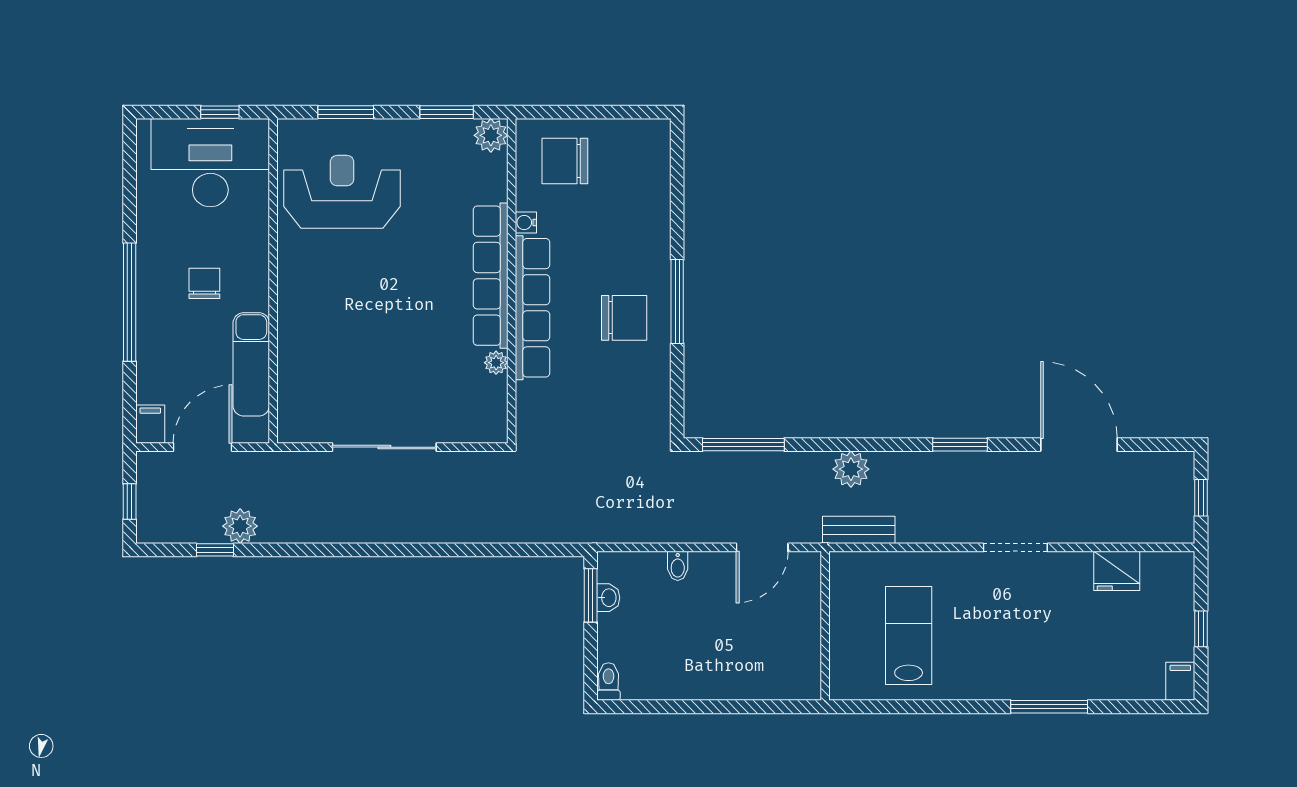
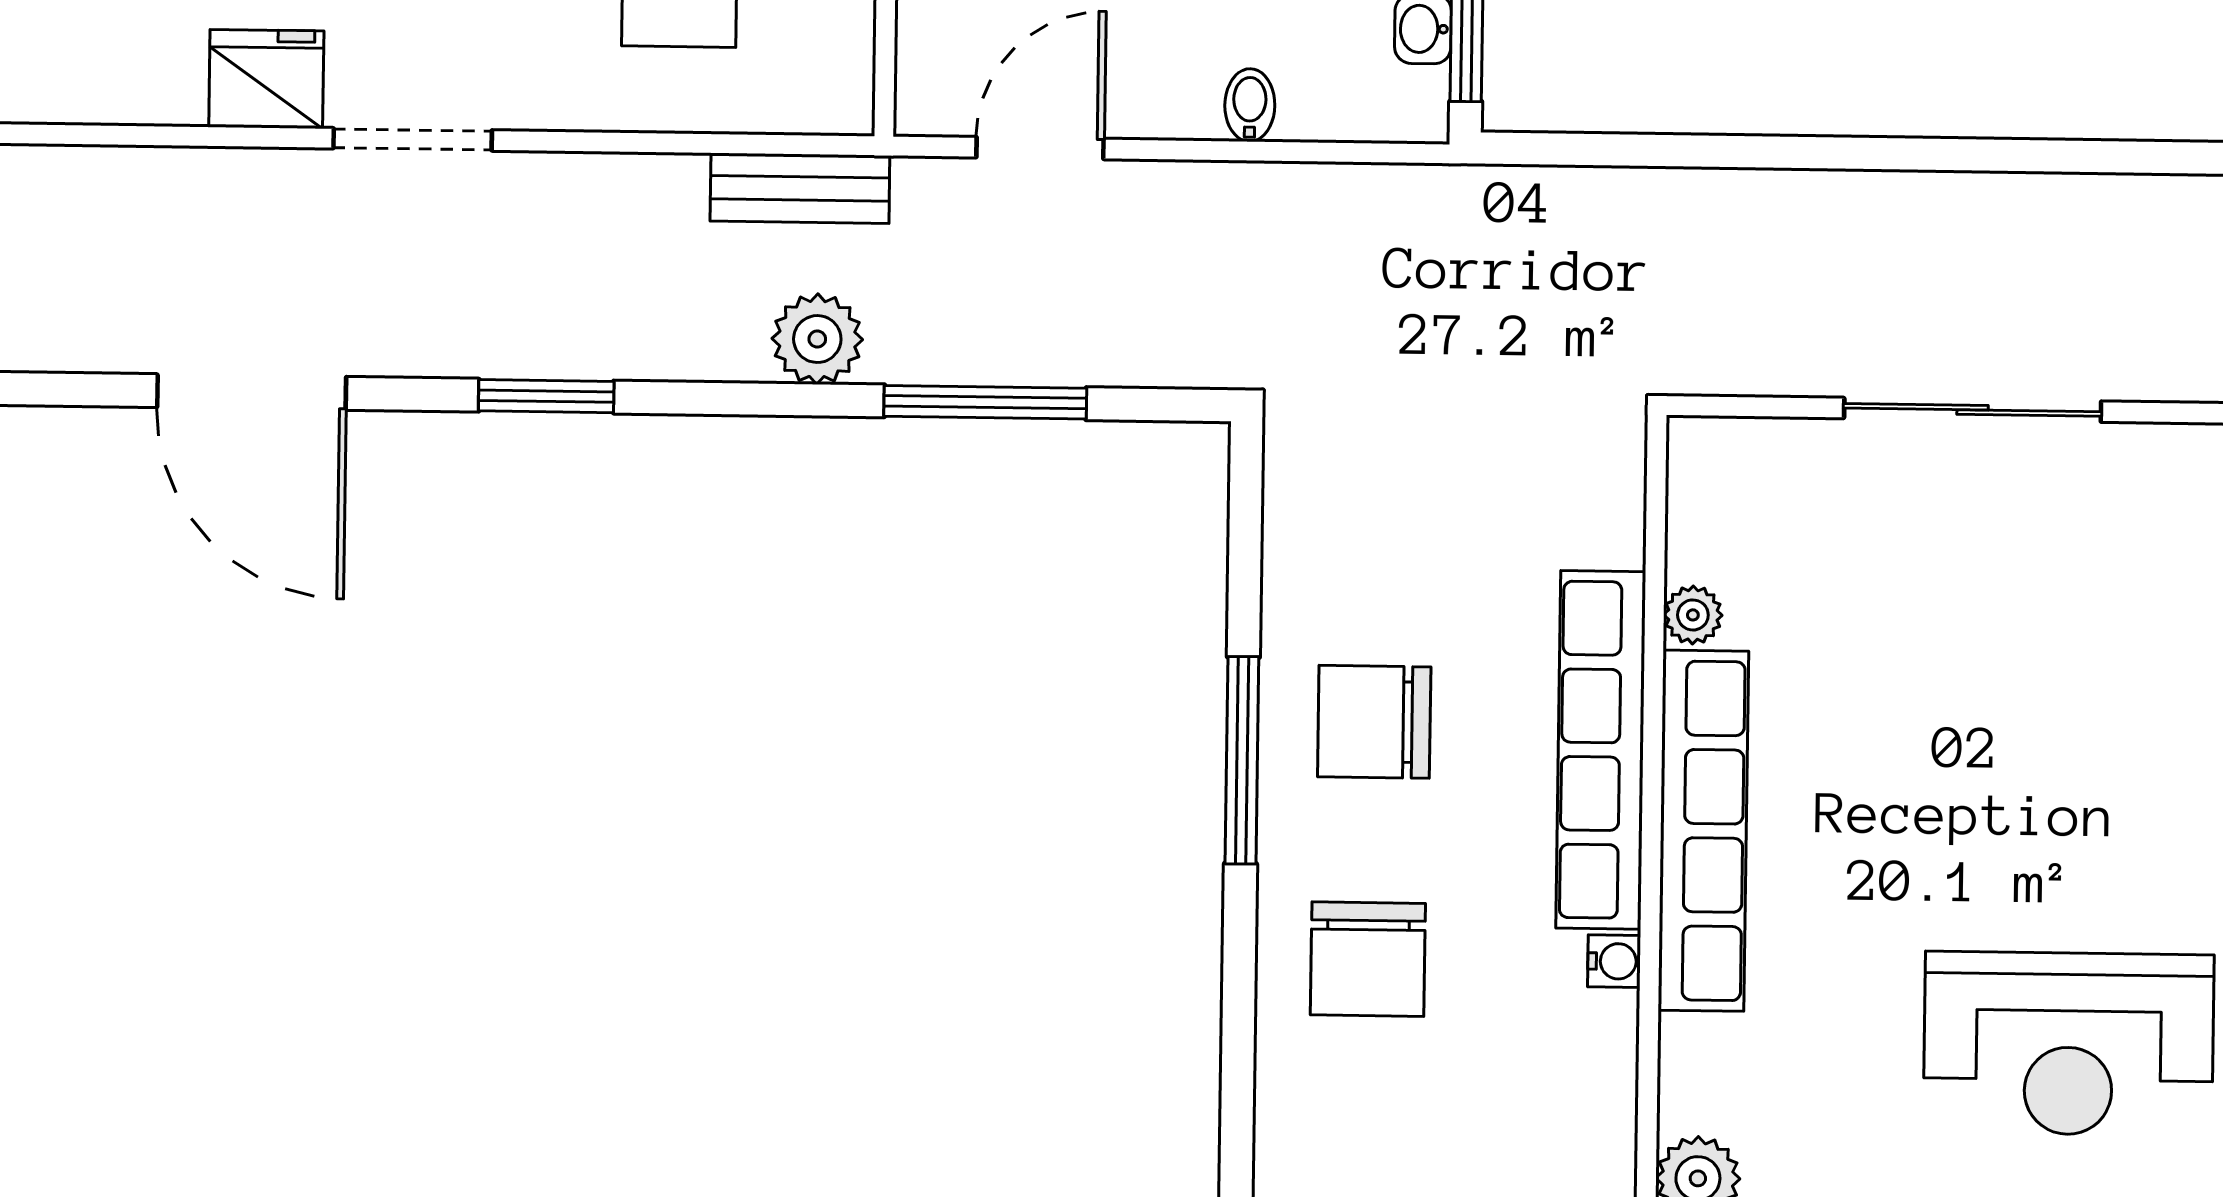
chair: (565, 161) -> (1368, 959), moved, turned 90
window: (743, 445) -> (985, 402), moved
fridge: (1117, 571) -> (266, 79), moved

